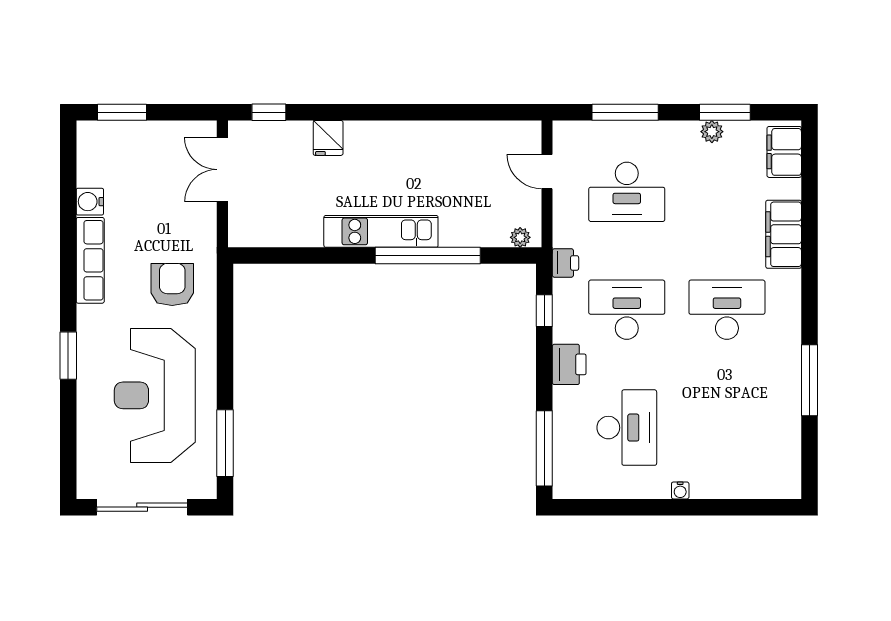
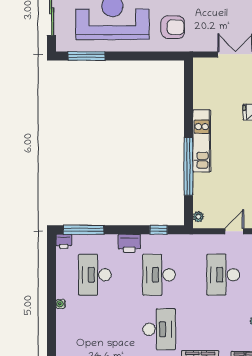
printer: (565, 263) -> (64, 241), moved
desk: (627, 310) -> (159, 275), turned 180
desk: (627, 428) -> (95, 275), turned 90

